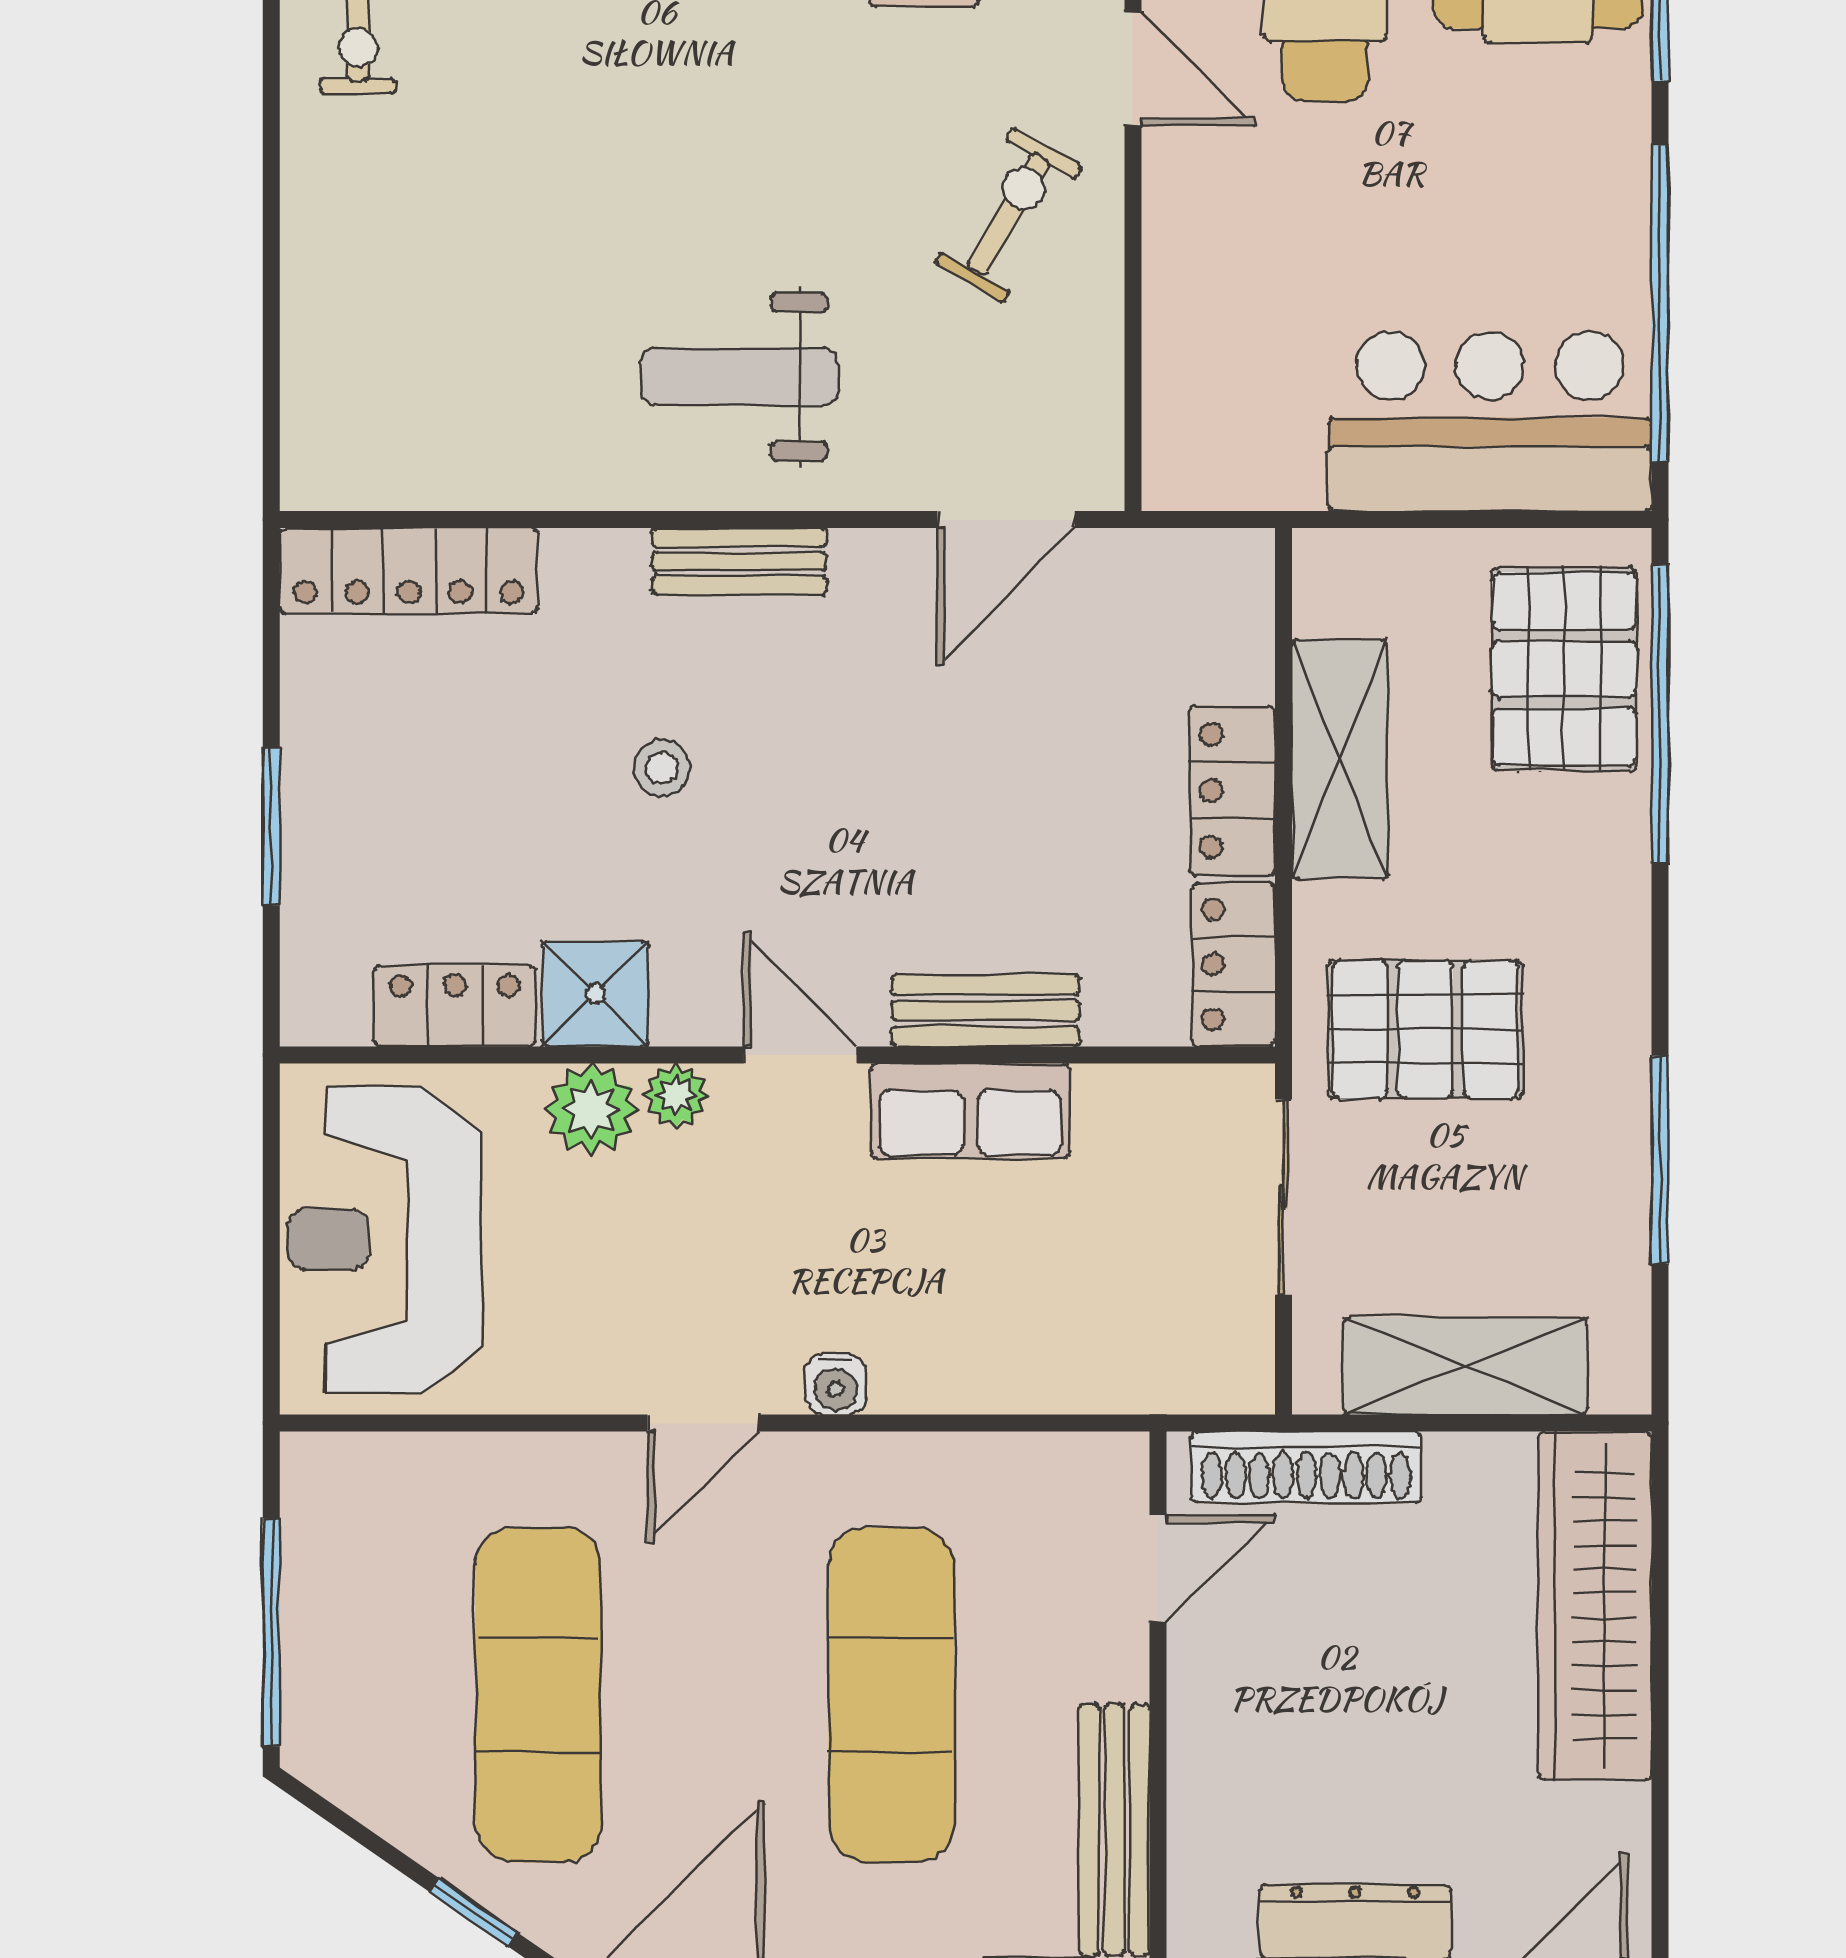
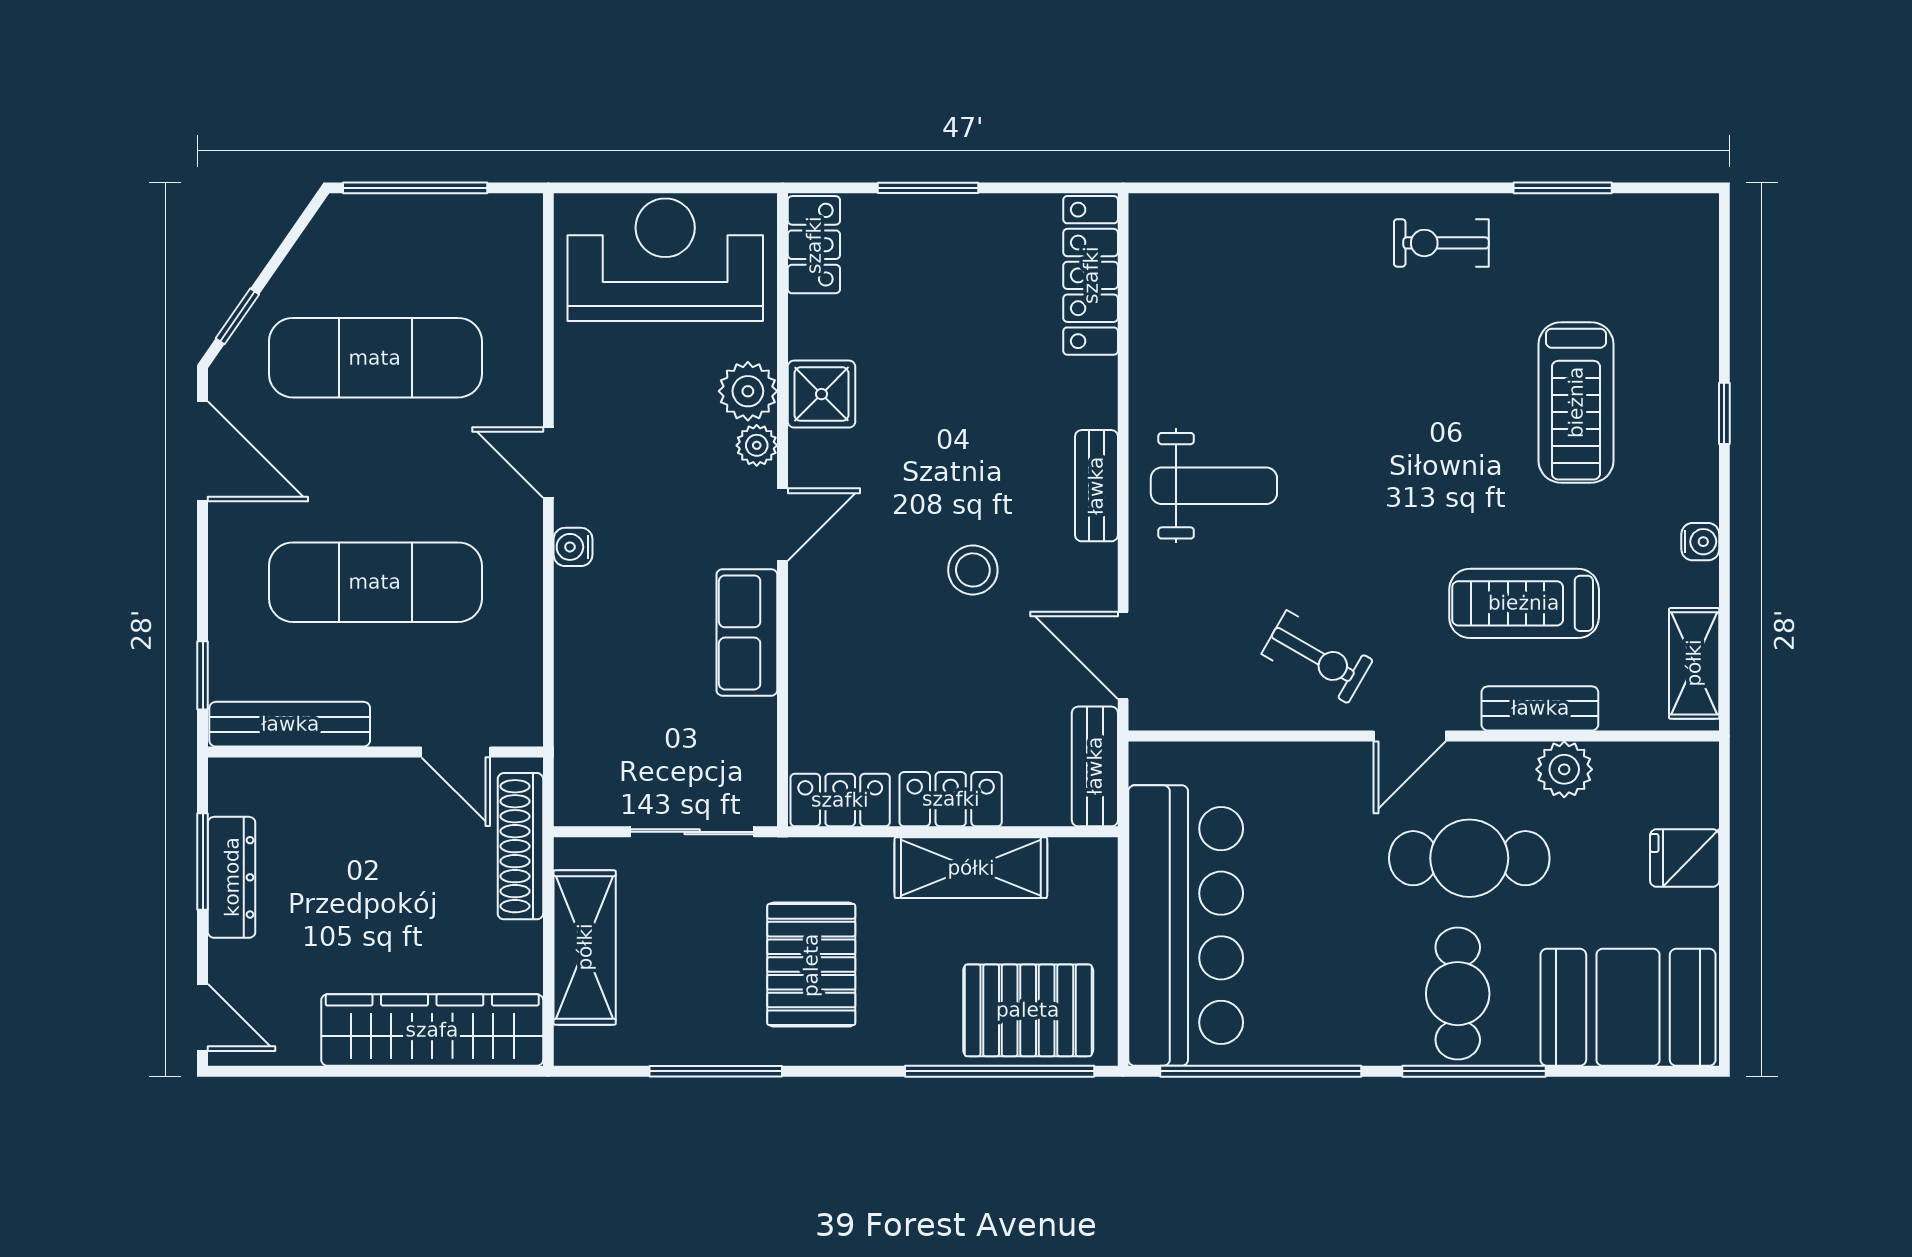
weight bench: (740, 377) -> (1214, 486), turned 90
bar counter: (1490, 421) -> (1186, 925), width x1.36
stool: (662, 768) -> (973, 570), moved, width x1.37, depth x1.37
locker: (455, 1006) -> (814, 245), moved
bench: (986, 1011) -> (1095, 766), moved
pallet: (1425, 1029) -> (811, 965), moved

